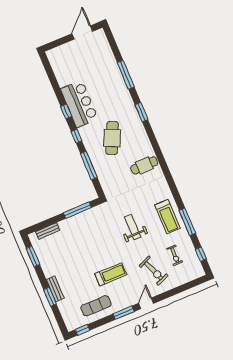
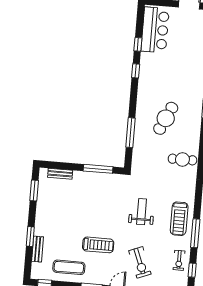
bar counter: (79, 104) -> (155, 30), moved
window: (77, 136) -> (138, 44), moved
exercise bike: (175, 255) -> (179, 260), moved
bench: (55, 289) -> (38, 249), moved

